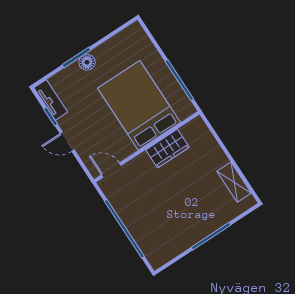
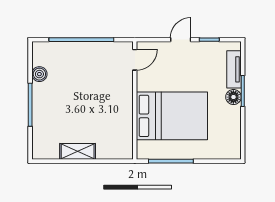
tv unit: (51, 100) -> (234, 69), moved, turned 90
wardrobe: (167, 149) -> (123, 116), removed
shelving: (234, 182) -> (78, 151), moved
boiler: (179, 246) -> (39, 74), added

